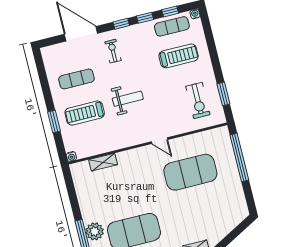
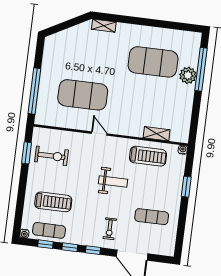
treadmill: (179, 56) -> (53, 202), turned 180
weight bench: (128, 99) -> (113, 181), turned 180
exercise bike: (198, 100) -> (51, 156), turned 90
treadmill: (85, 113) -> (148, 156), moved

